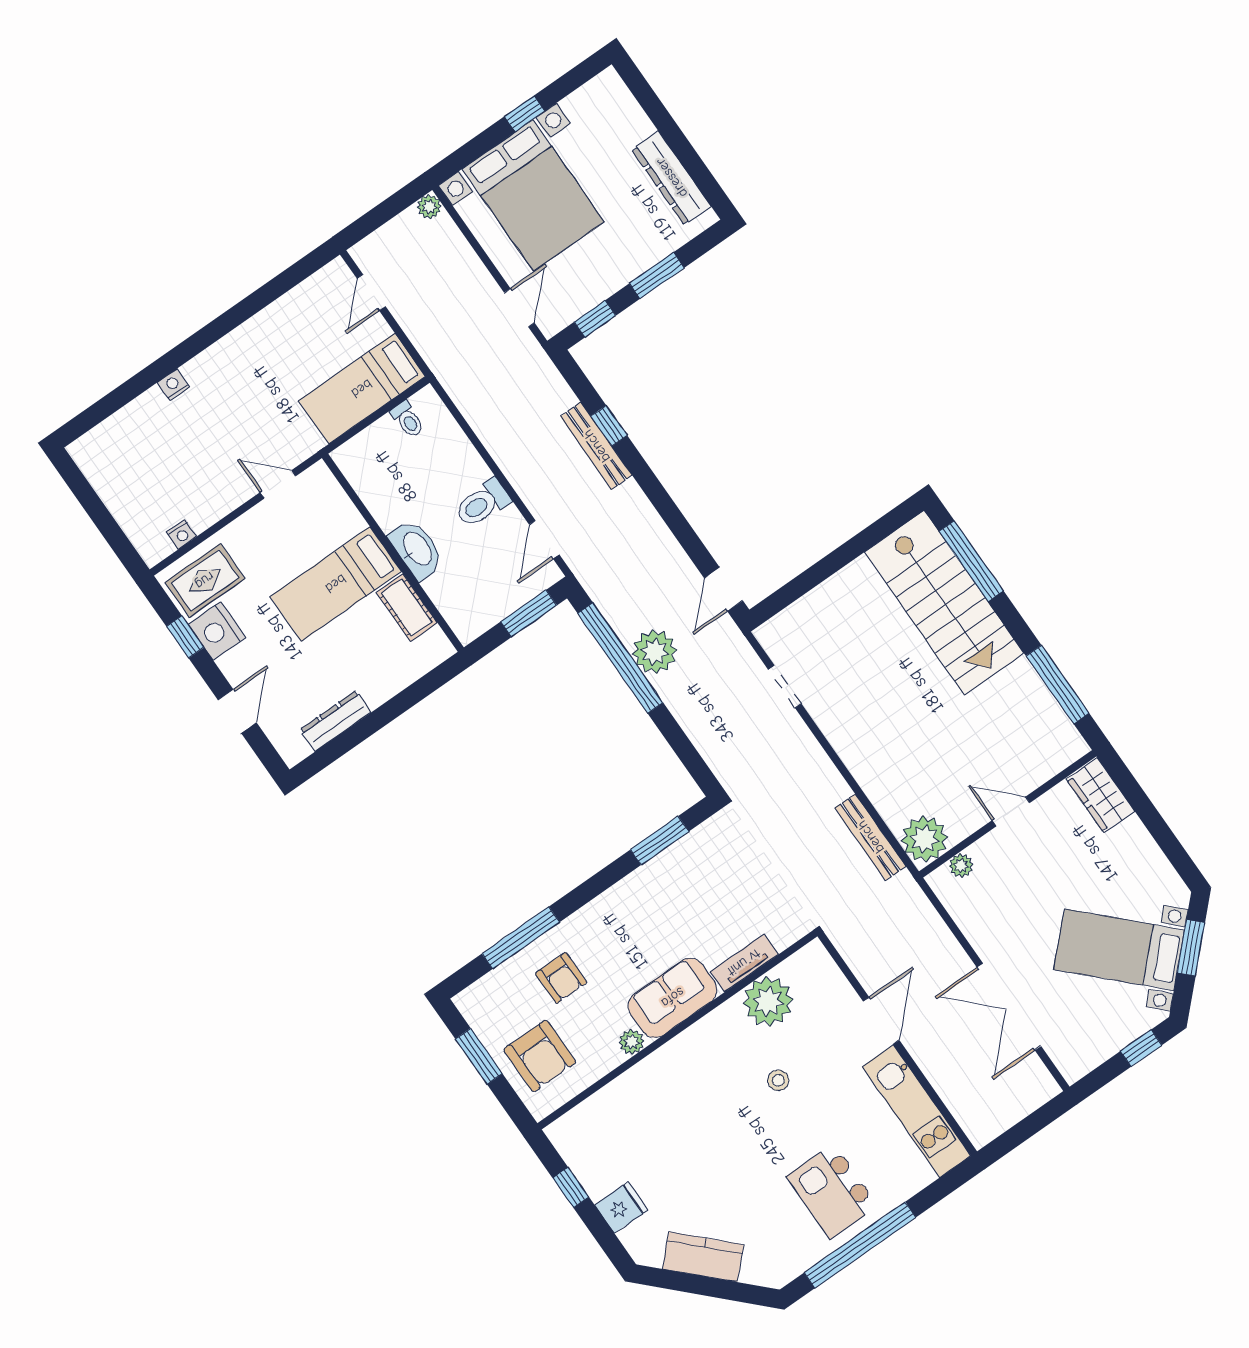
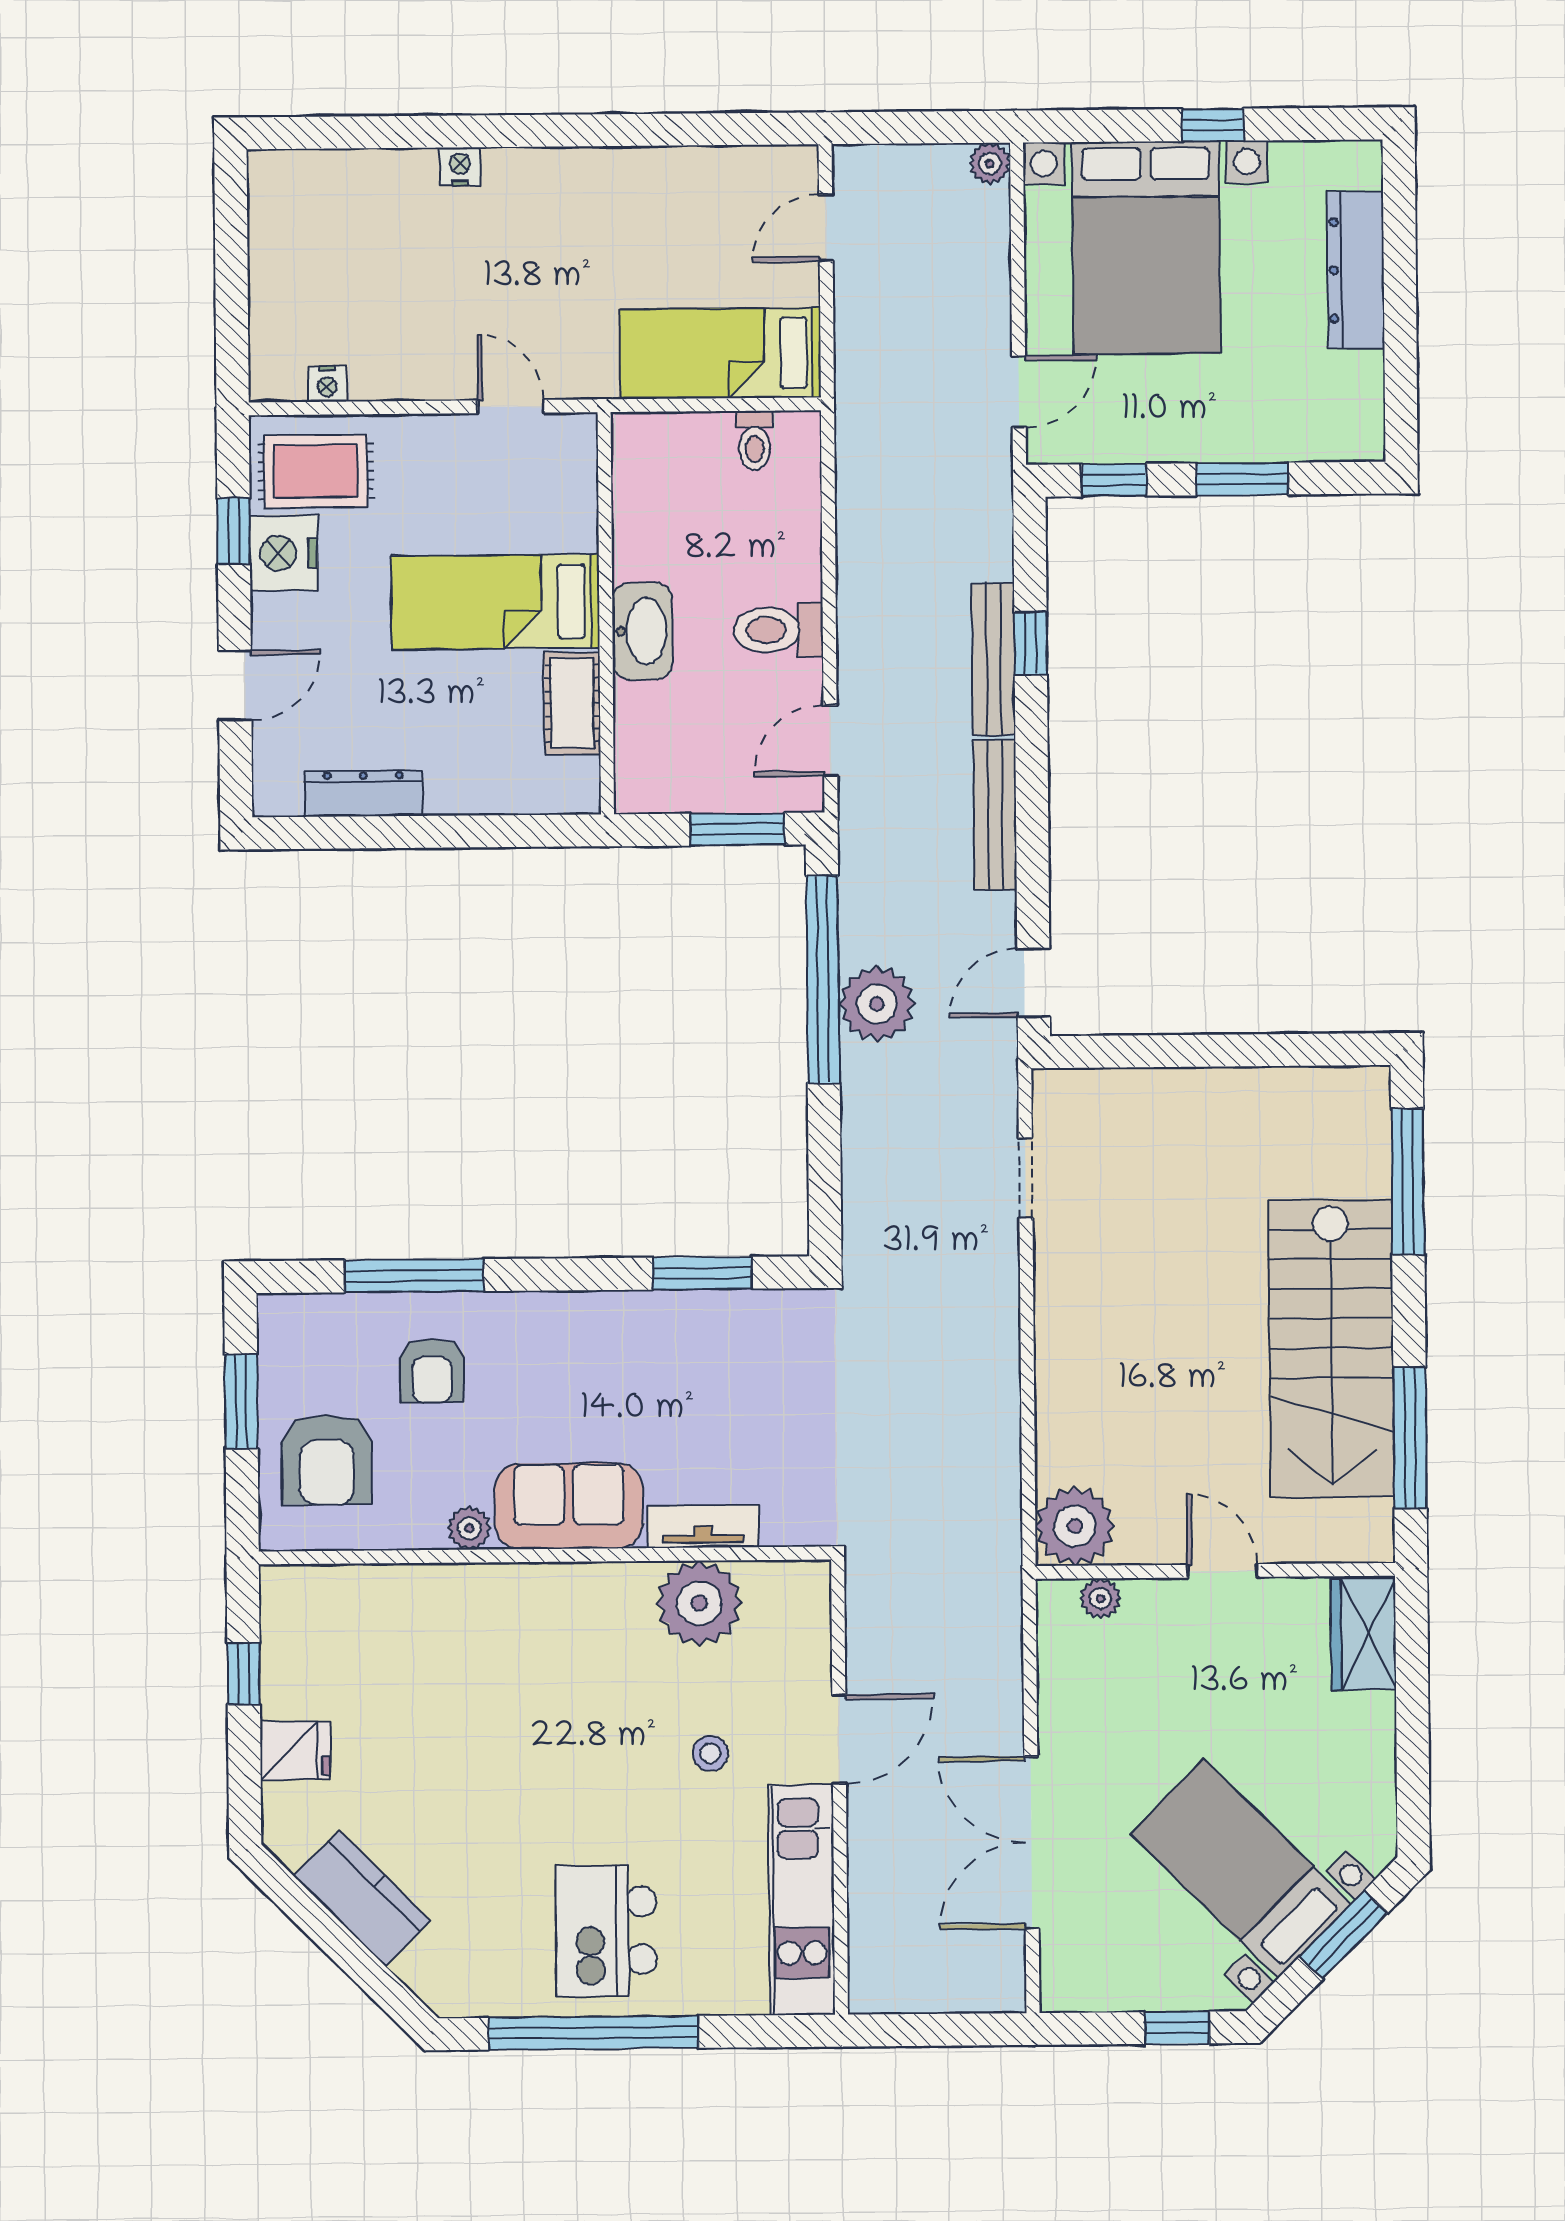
dresser: (671, 178) -> (1356, 270), moved
stairs: (944, 603) -> (1331, 1348), moved
bench: (870, 837) -> (995, 815), moved
stool: (778, 1080) -> (710, 1754), moved

